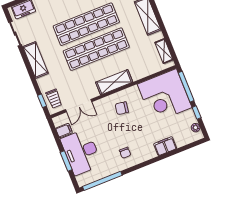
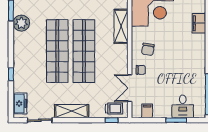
shelving: (114, 82) -> (121, 26), moved
double door: (79, 106) -> (130, 88), swing flipped
desk: (81, 152) -> (183, 106), width x0.53, depth x0.77
chair: (125, 153) -> (141, 70), moved

